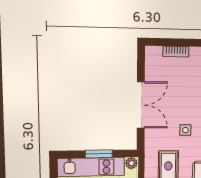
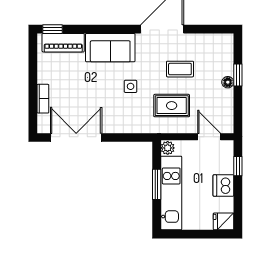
double door: (141, 105) -> (76, 137), moved

